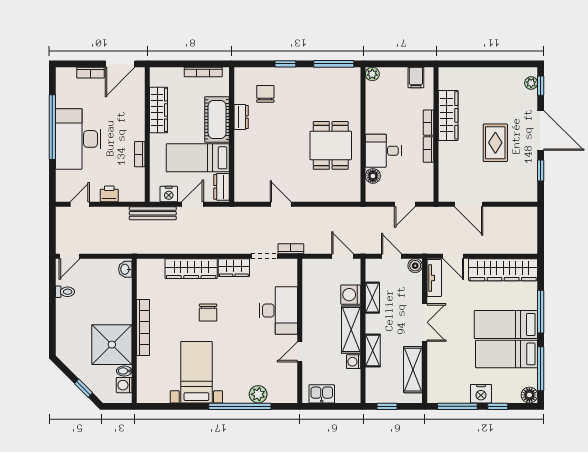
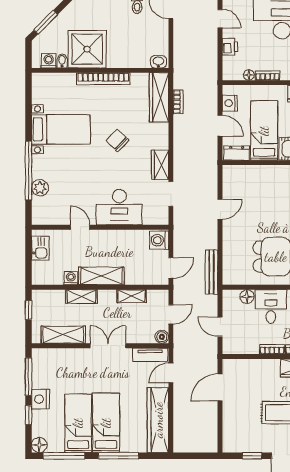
floor lamp: (139, 174) -> (249, 75), added
bench: (153, 213) -> (212, 272), moved
bookcase: (291, 249) -> (178, 102), moved
wardrobe: (191, 269) -> (159, 97), moved
washing machine: (351, 295) -> (159, 240), moved, turned -90
chair: (208, 313) -> (117, 140), turned 44
double door: (425, 322) -> (108, 346), swing flipped
window: (83, 388) -> (46, 22), width x1.50

